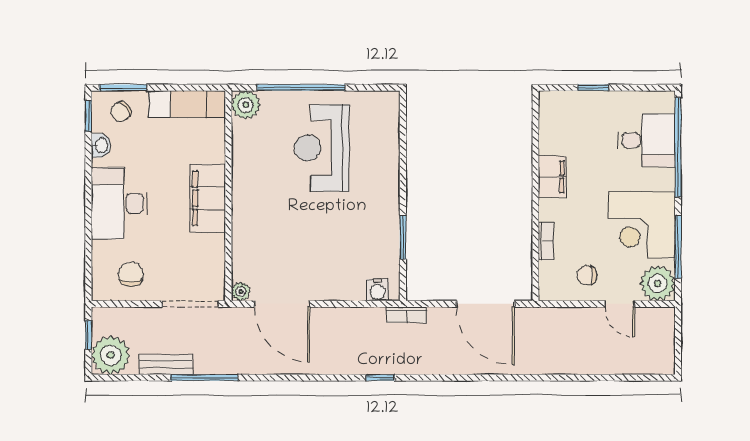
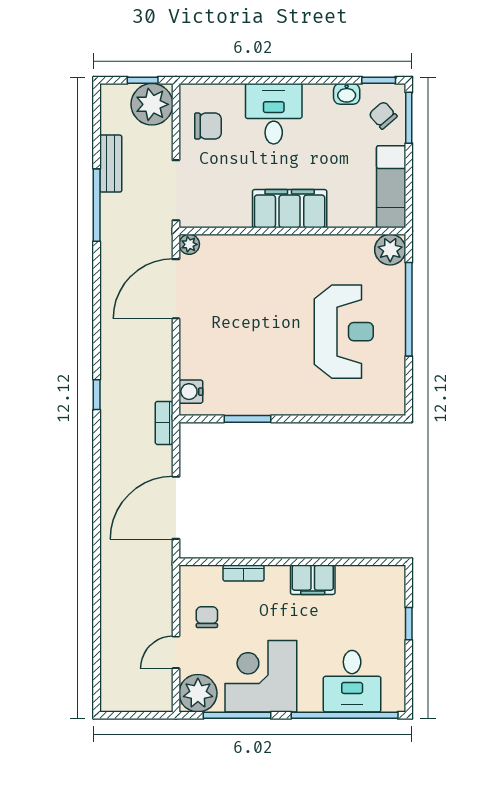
reception desk: (322, 148) -> (344, 332), turned 90
desk: (119, 203) -> (274, 114), width x0.73
plant: (111, 355) -> (152, 104), moved

